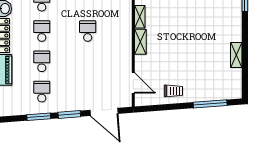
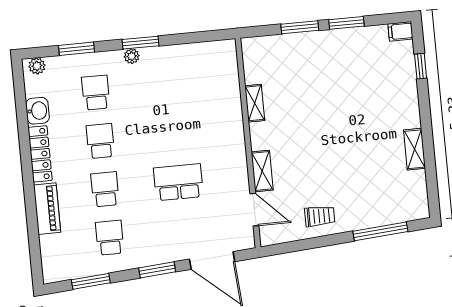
school desk: (88, 31) -> (178, 182), moved, width x1.85
shelving: (140, 42) -> (262, 171), moved
window: (39, 117) -> (91, 281), moved

